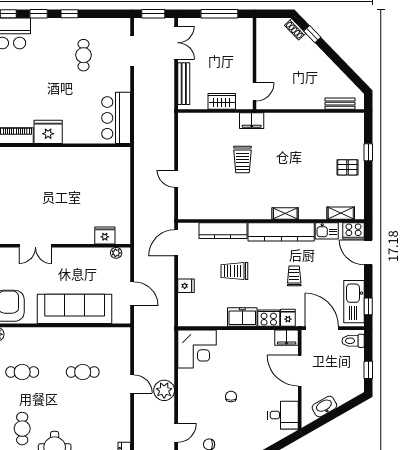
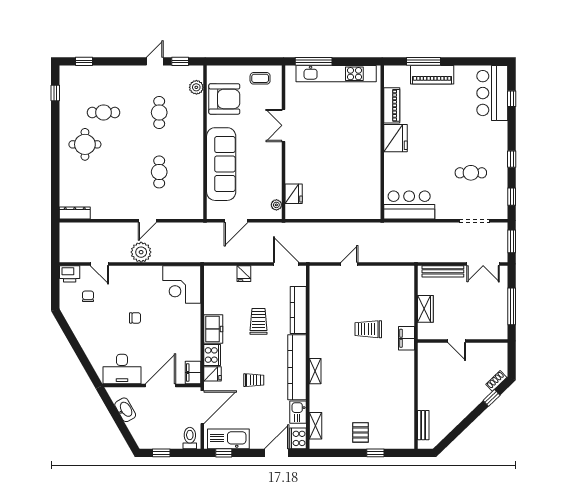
window: (39, 14) -> (512, 197), moved
door: (254, 92) -> (457, 341), moved
desk: (283, 415) -> (122, 369), width x1.37

